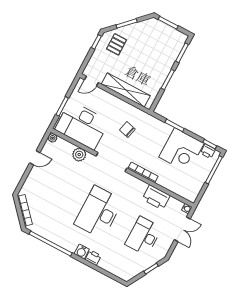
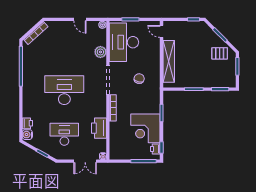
pallet: (117, 44) -> (220, 53), moved
water cooler: (82, 252) -> (27, 135), moved
printer: (93, 258) -> (27, 123), moved

